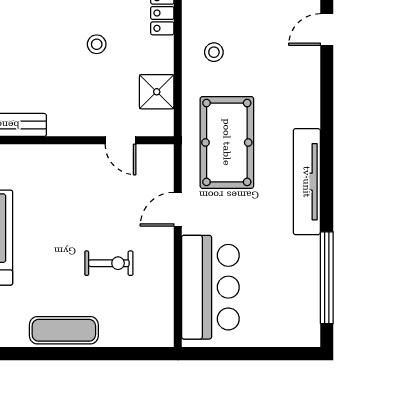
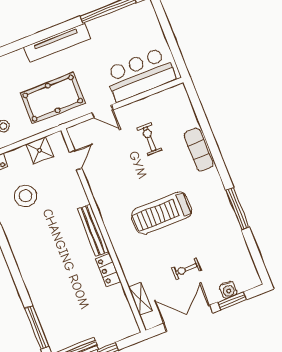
stool: (97, 44) -> (25, 196), width x1.89, depth x1.89

